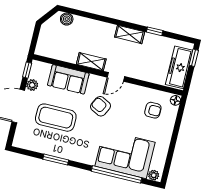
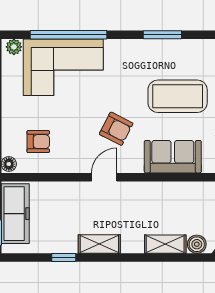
shelving: (91, 62) -> (165, 244), moved
armchair: (153, 110) -> (38, 142), turned 180

